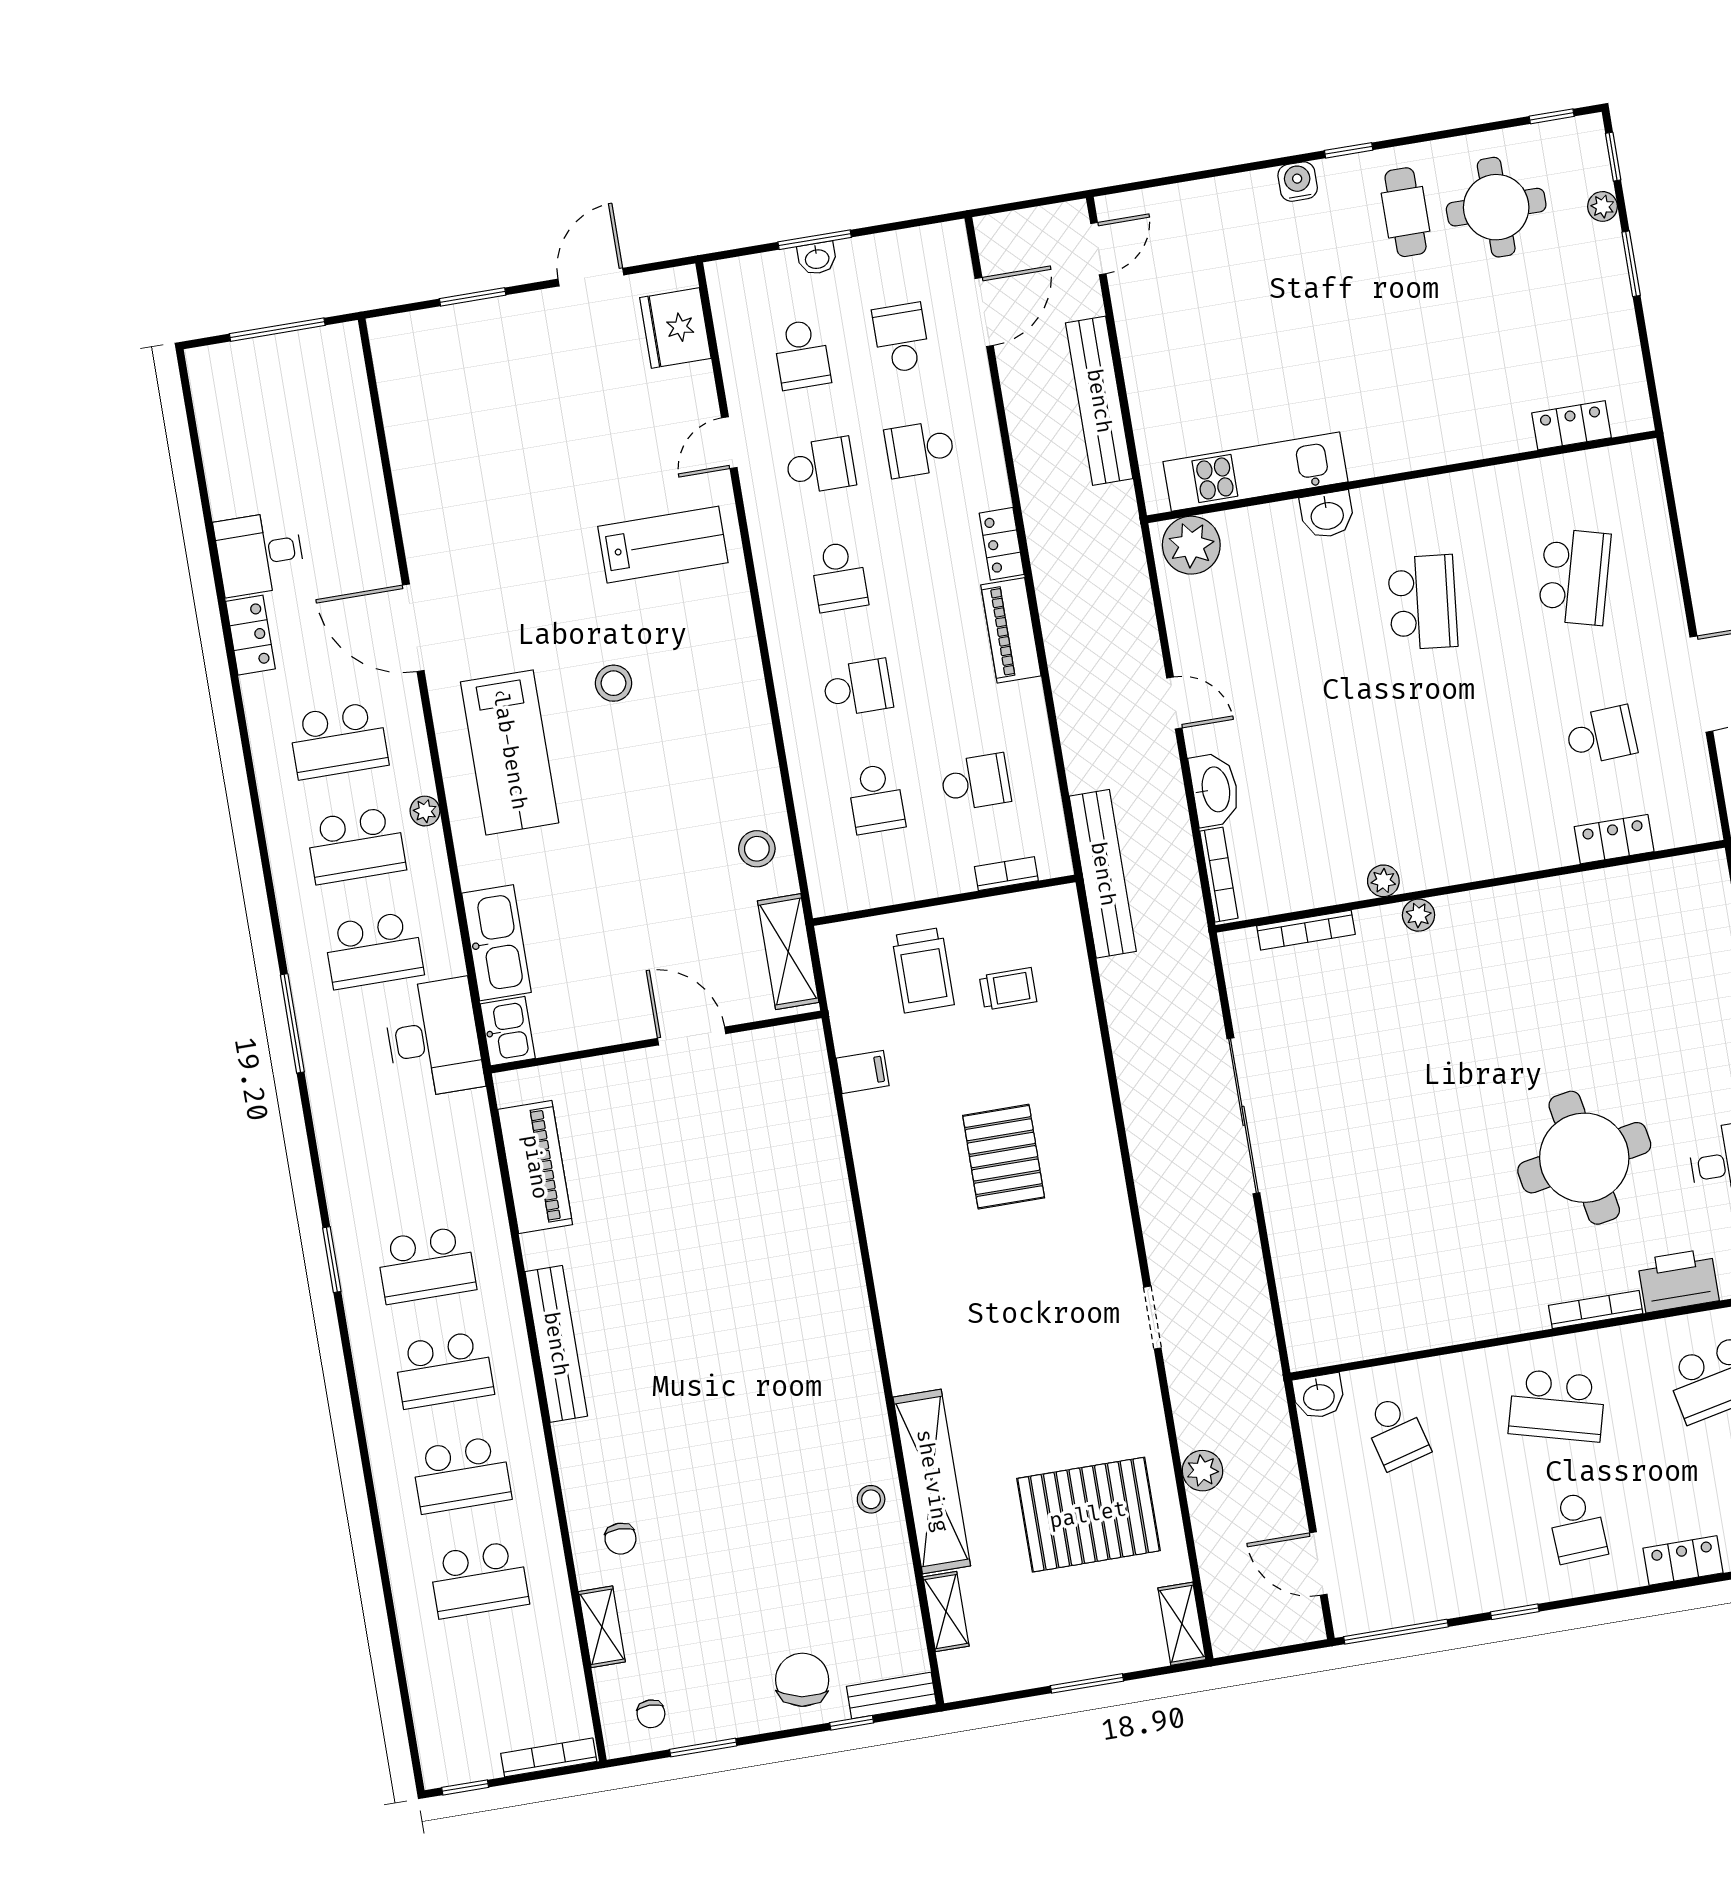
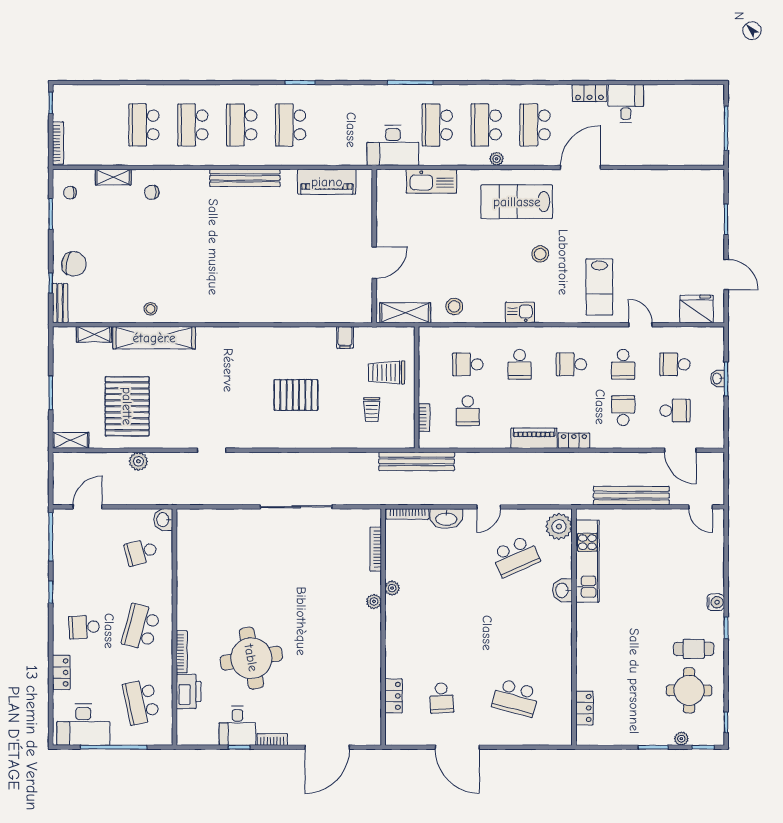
school desk: (1423, 602) -> (515, 556), moved, turned -30
kitchen sink: (508, 1031) -> (520, 313), moved, turned 180

